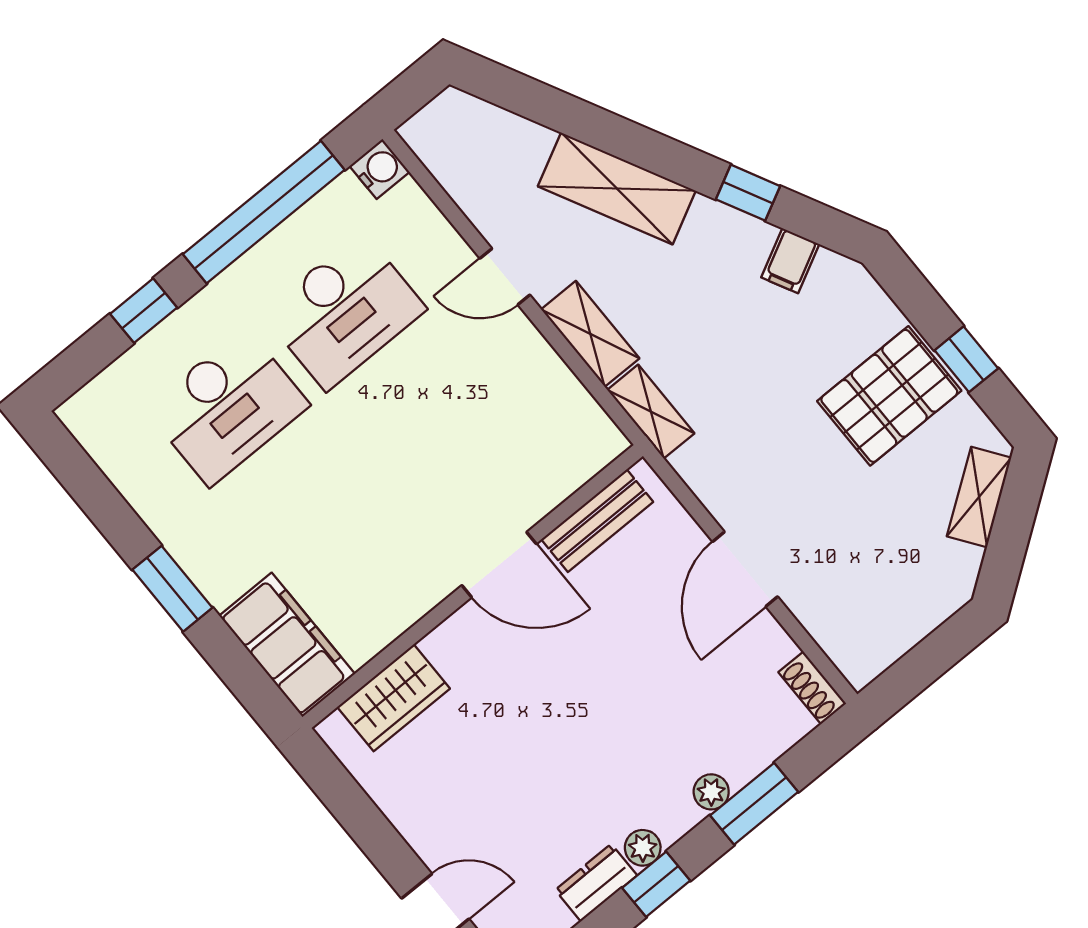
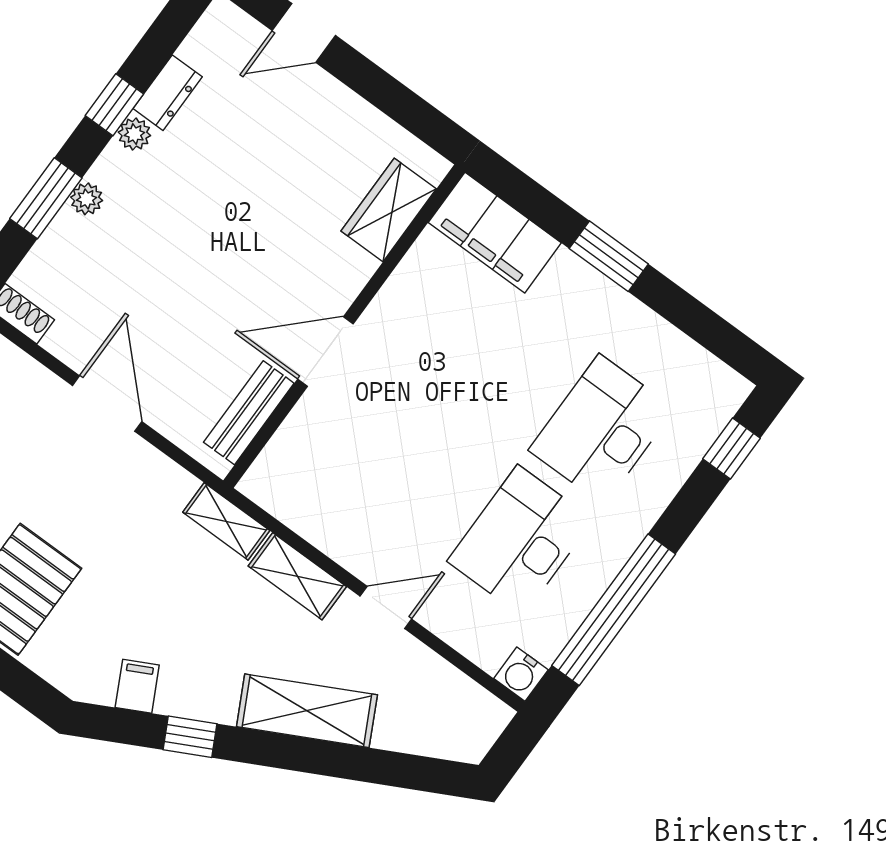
window: (144, 311) -> (732, 449), moved

